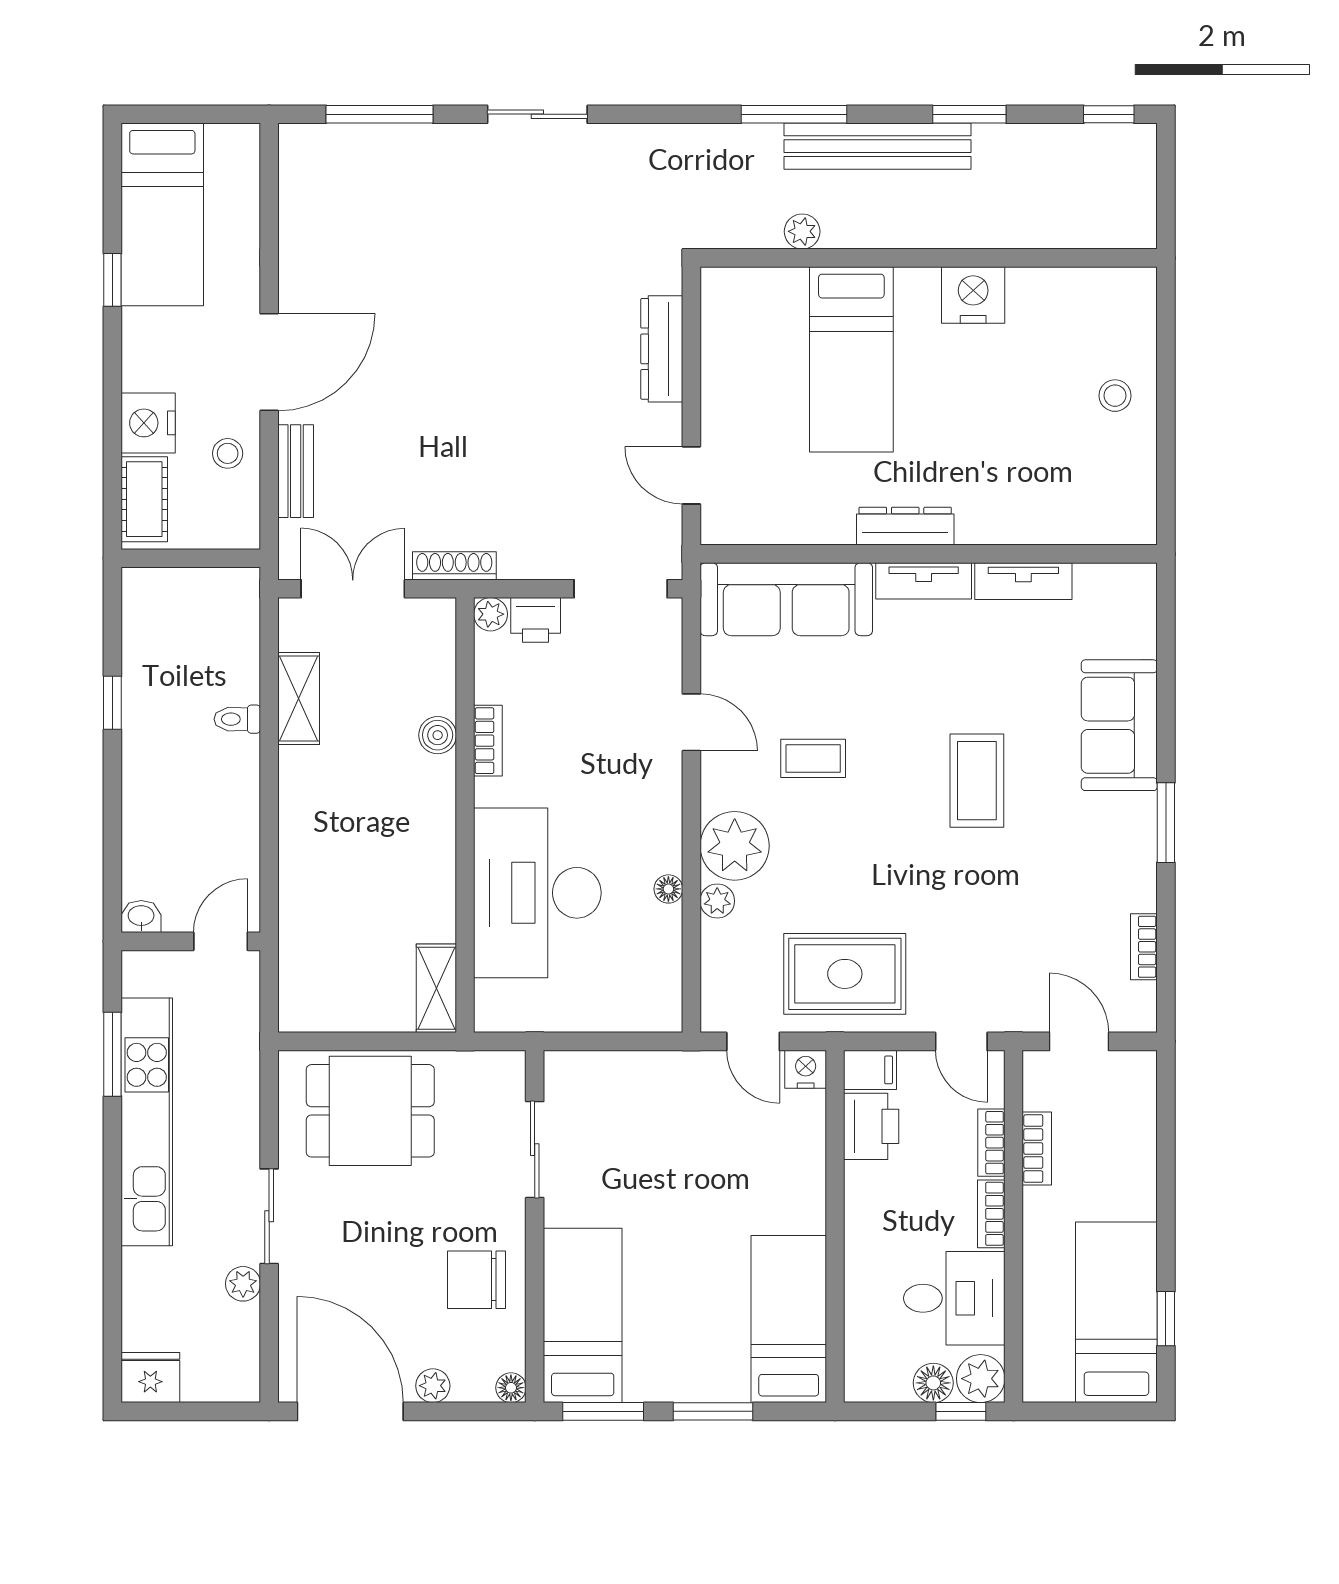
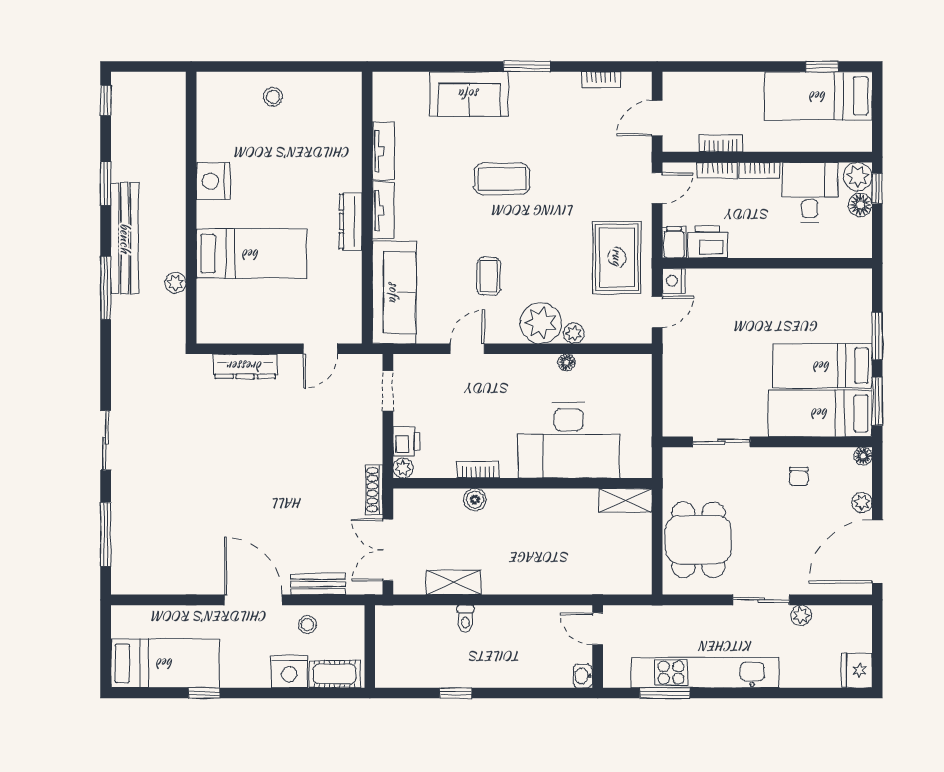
doorway: (621, 589) -> (388, 391), width x0.73
chair: (476, 1280) -> (799, 477), width x0.54, depth x0.54
bed: (789, 1319) -> (822, 366), moved

